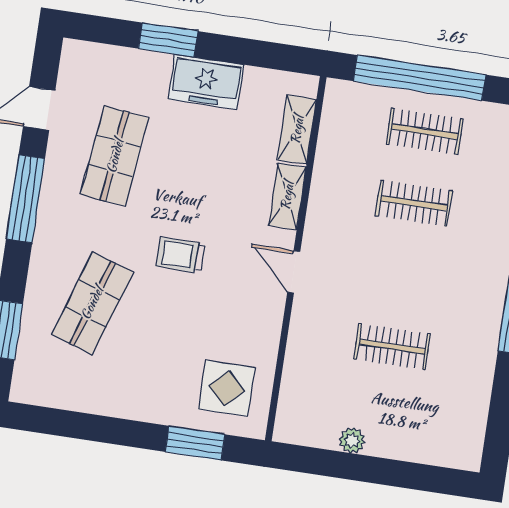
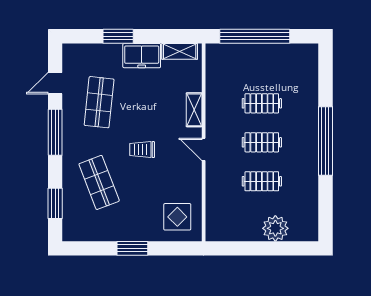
shelving: (297, 130) -> (180, 51), moved, turned 90
clothes rail: (425, 132) -> (262, 142), moved
shop shelf: (92, 303) -> (99, 182), turned -39
plant: (352, 440) -> (275, 228), moved, width x1.88, depth x1.88
window: (195, 443) -> (132, 248), moved

